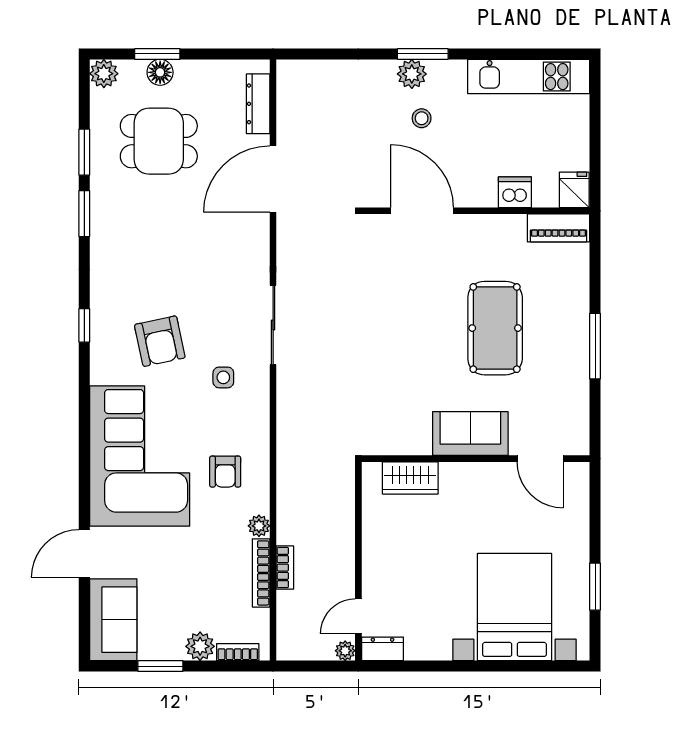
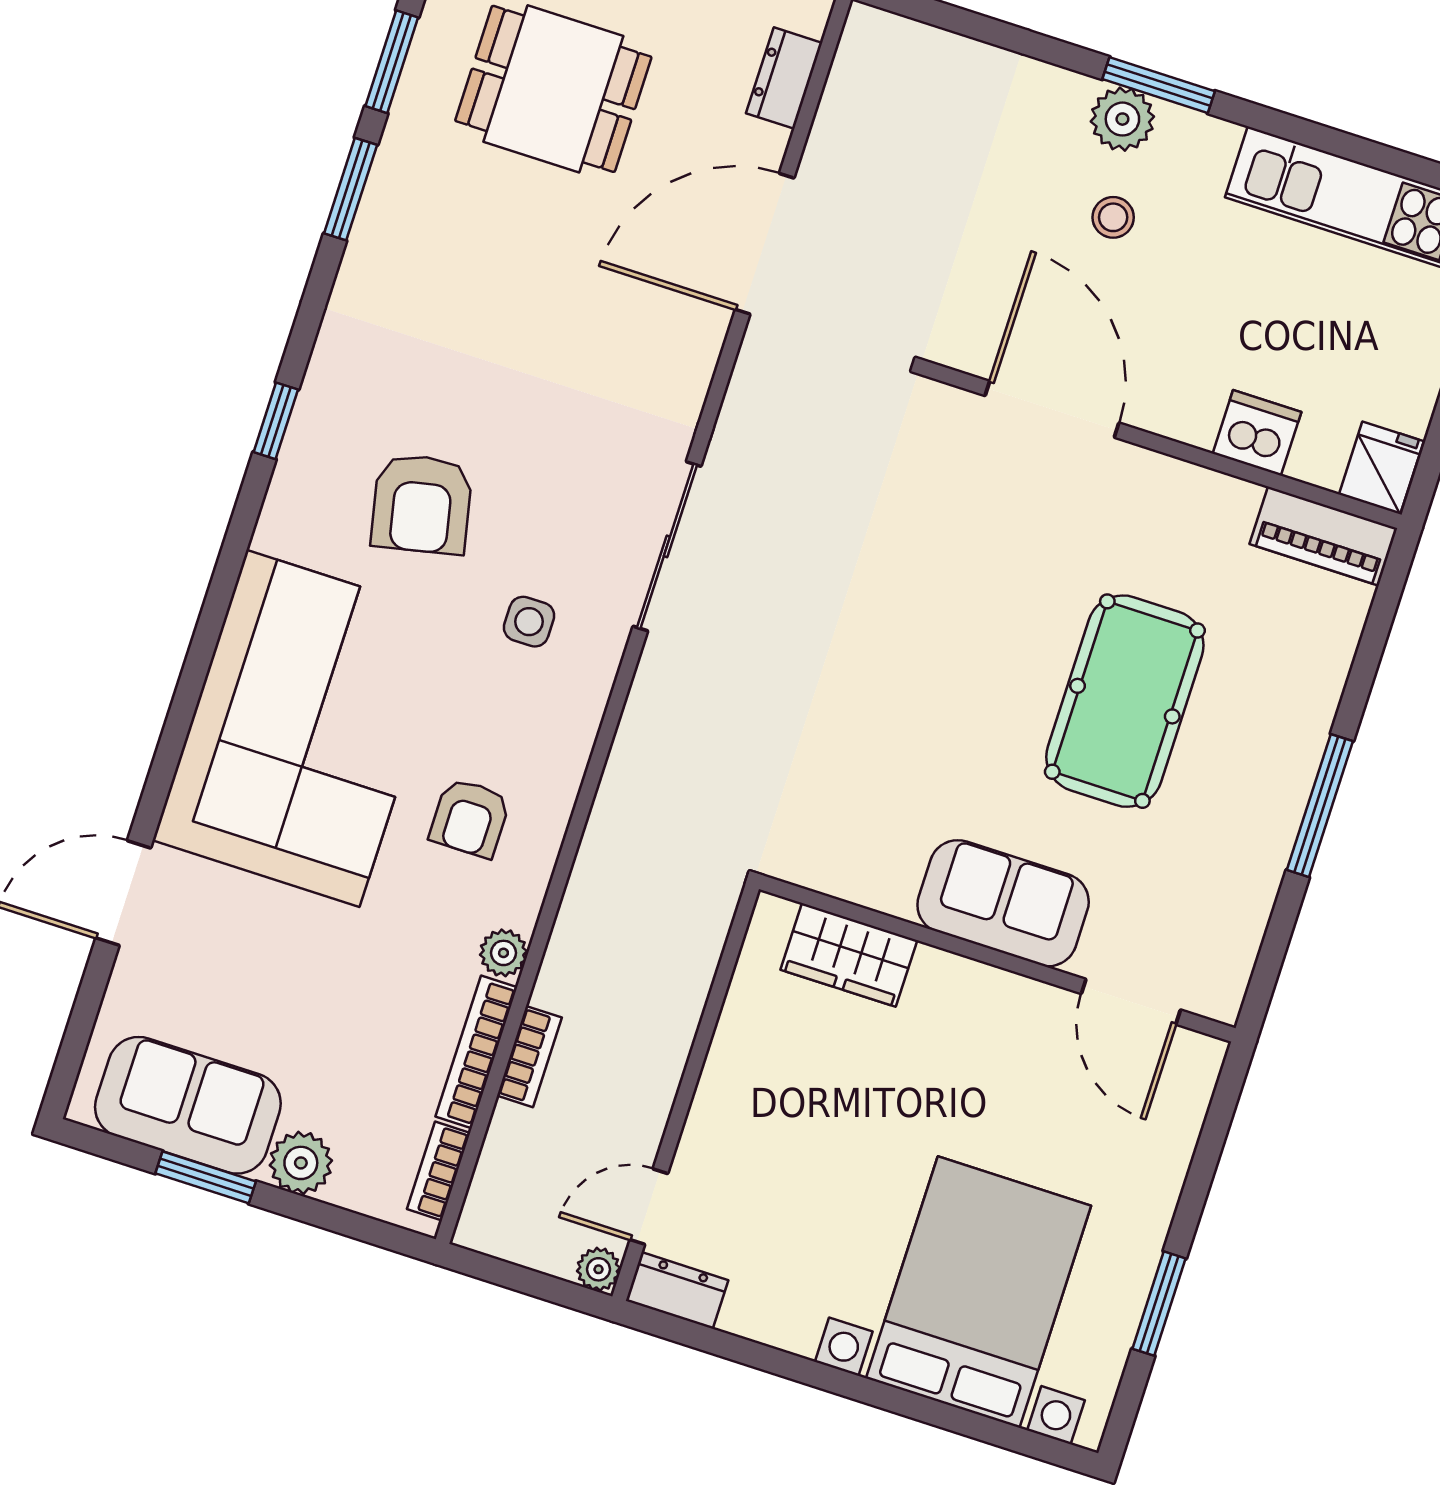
dresser: (258, 104) -> (784, 78), width x0.70
sofa: (113, 620) -> (188, 1105), moved, turned -90
bookcase: (238, 652) -> (438, 1171), moved, turned -90

